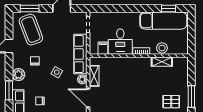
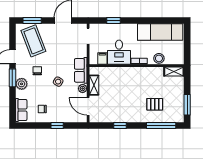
window: (168, 8) -> (114, 21), moved
row of seats: (80, 54) -> (81, 70), width x0.68
shelving: (162, 62) -> (174, 71), moved
window: (9, 90) -> (12, 78), moved
pallet: (171, 102) -> (155, 104), moved

